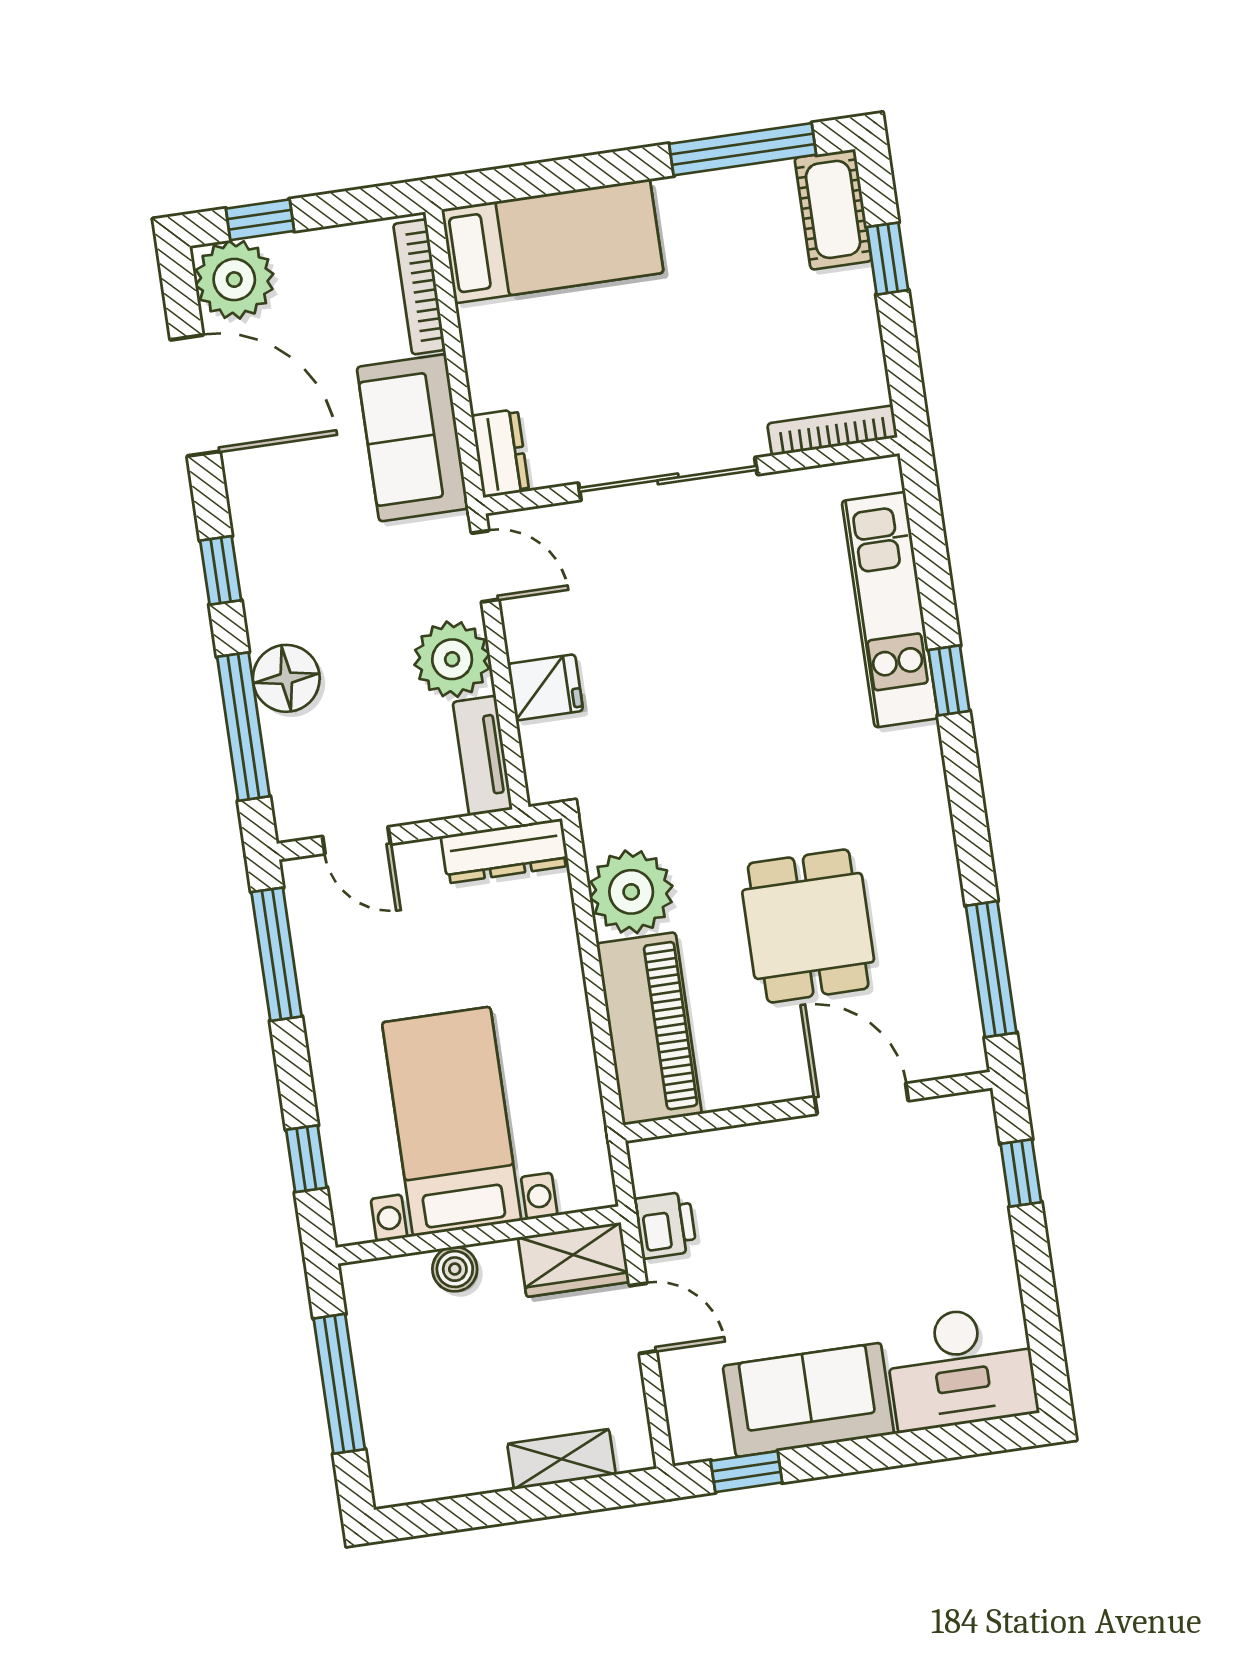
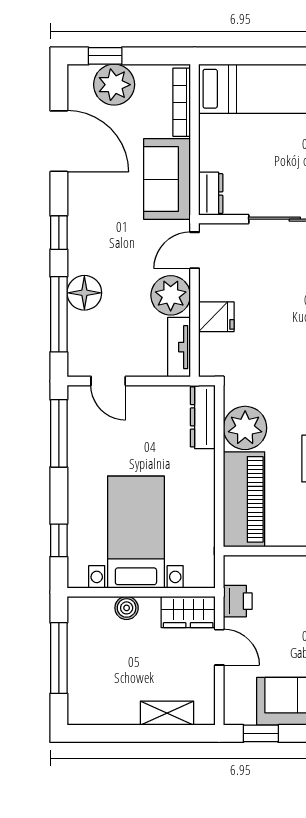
plant: (234, 280) -> (114, 85), moved
door: (485, 566) -> (195, 250), swing flipped
dresser: (505, 851) -> (203, 417), moved, turned 90

